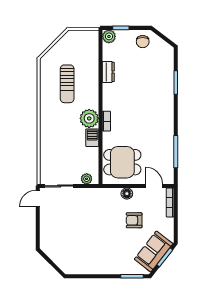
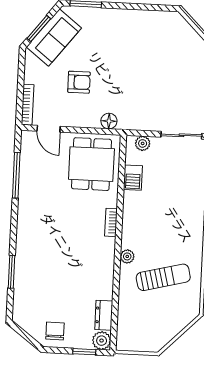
dresser: (108, 72) -> (104, 315), moved
sun lounger: (67, 84) -> (163, 277), turned 76
plant: (89, 118) -> (127, 256), moved, width x0.53, depth x0.53
barbecue: (92, 138) -> (133, 178), moved
dining table: (122, 162) -> (91, 164), turned 90
floor lamp: (127, 194) -> (109, 121), moved

